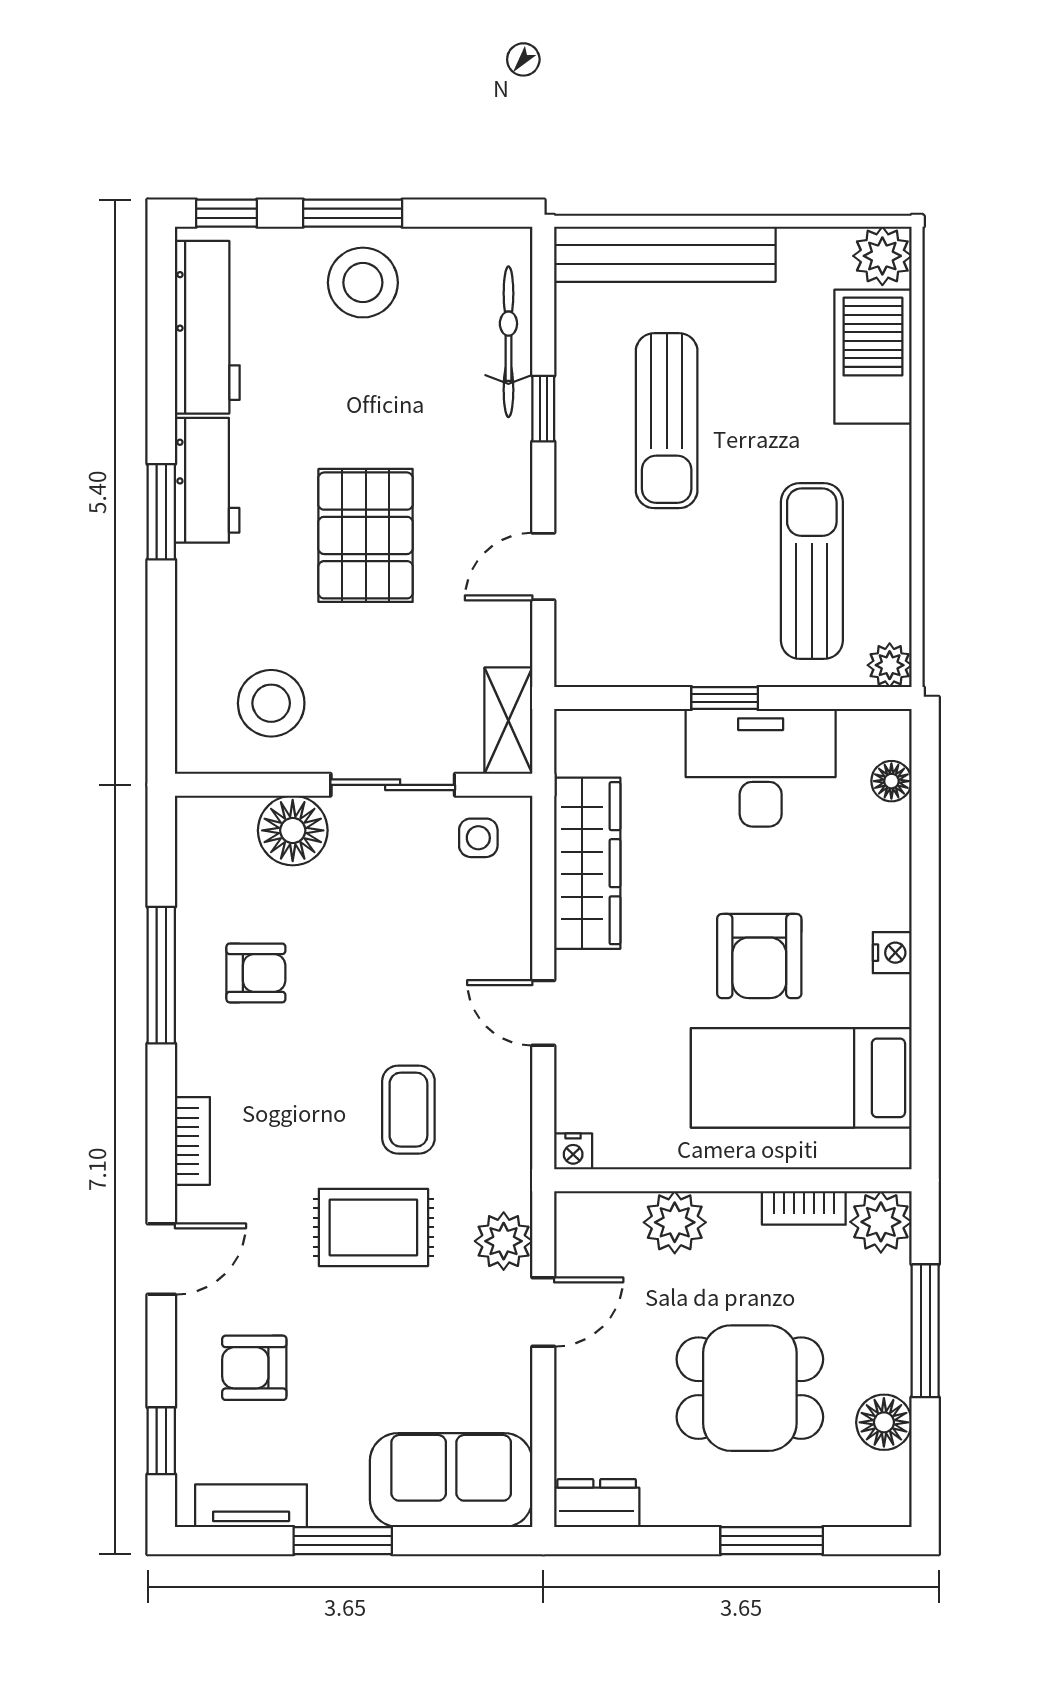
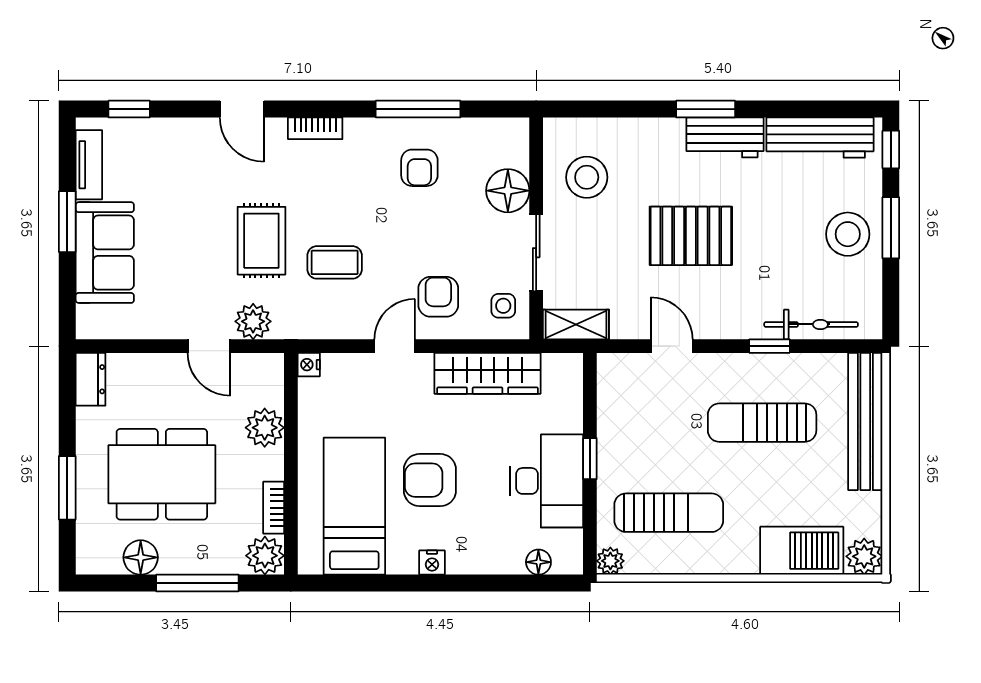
armchair: (254, 1368) -> (438, 297), moved
dining table: (750, 1388) -> (162, 474), width x1.38
sofa: (451, 1480) -> (105, 253), moved

